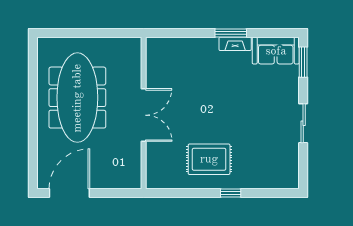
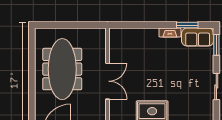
window: (231, 33) -> (187, 25), moved

